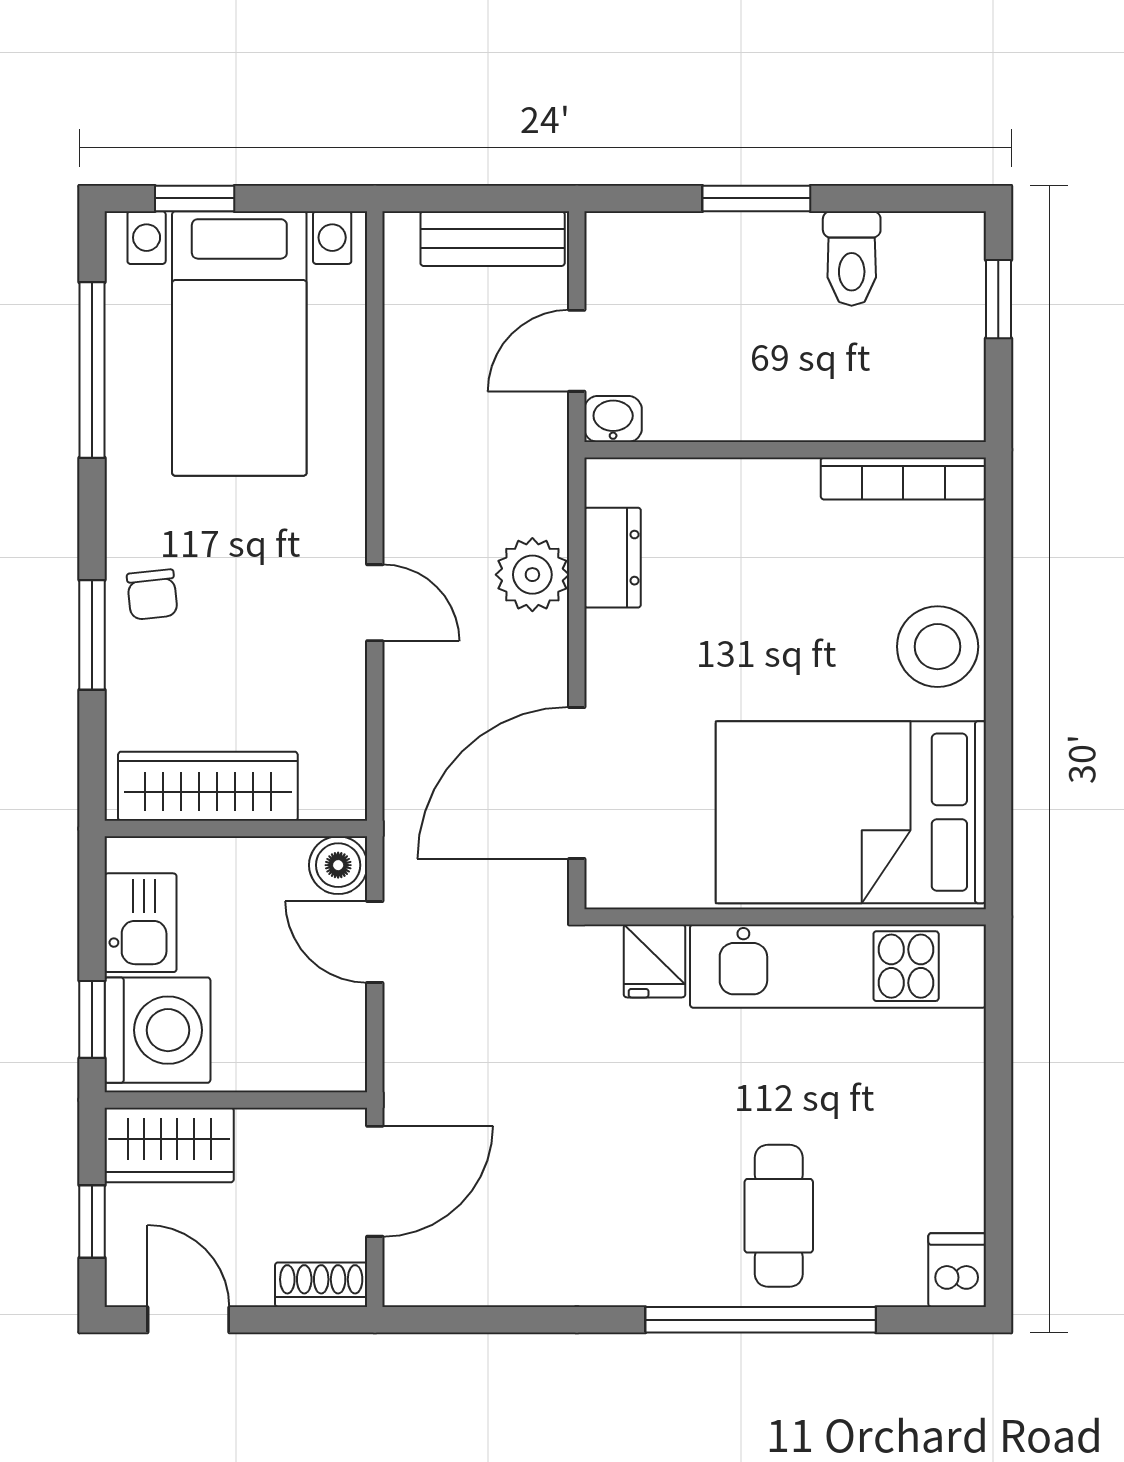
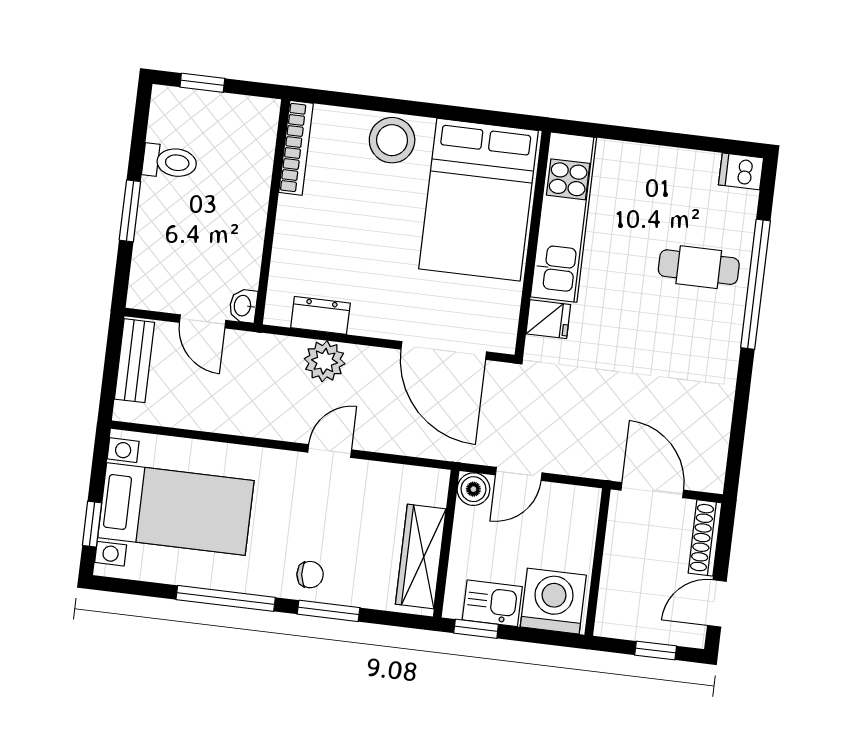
window: (92, 370) -> (226, 598), moved
window: (92, 1019) -> (476, 629), moved
wardrobe: (169, 1145) -> (618, 602), removed
shoe rack: (321, 1285) -> (705, 538), width x1.43

